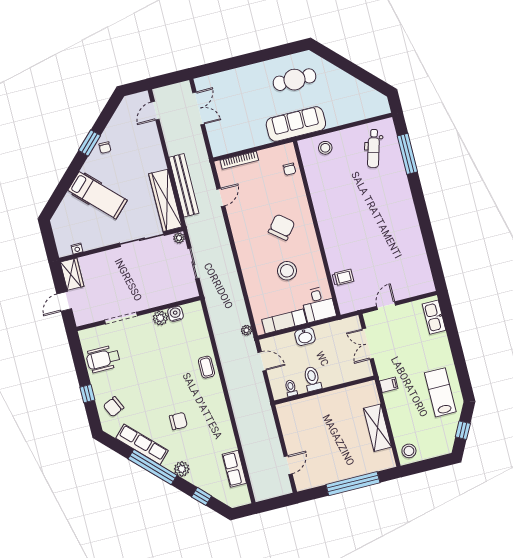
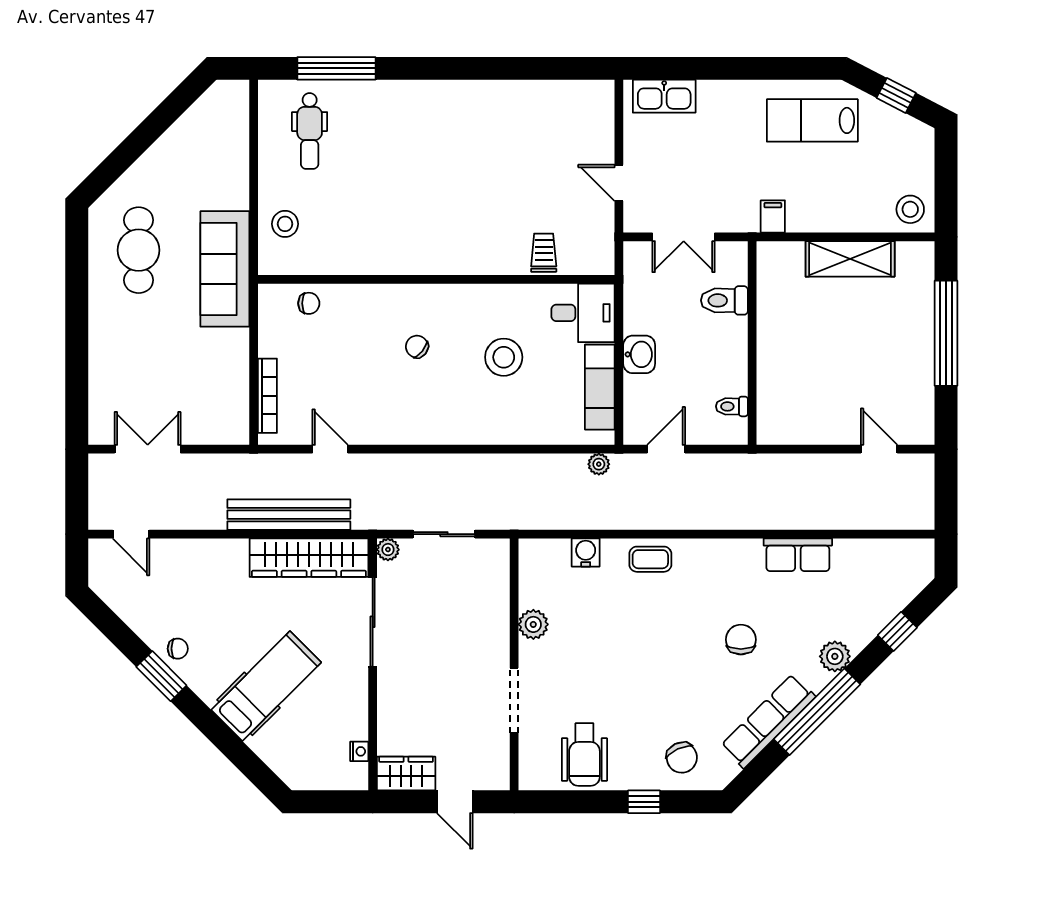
dental chair: (374, 148) -> (310, 131), turned 74
chair: (282, 227) -> (417, 347), width x0.54, depth x0.54
water cooler: (175, 314) -> (586, 552), moved, turned 90
toilet: (312, 379) -> (724, 300), moved
row of seats: (234, 469) -> (798, 555), moved

